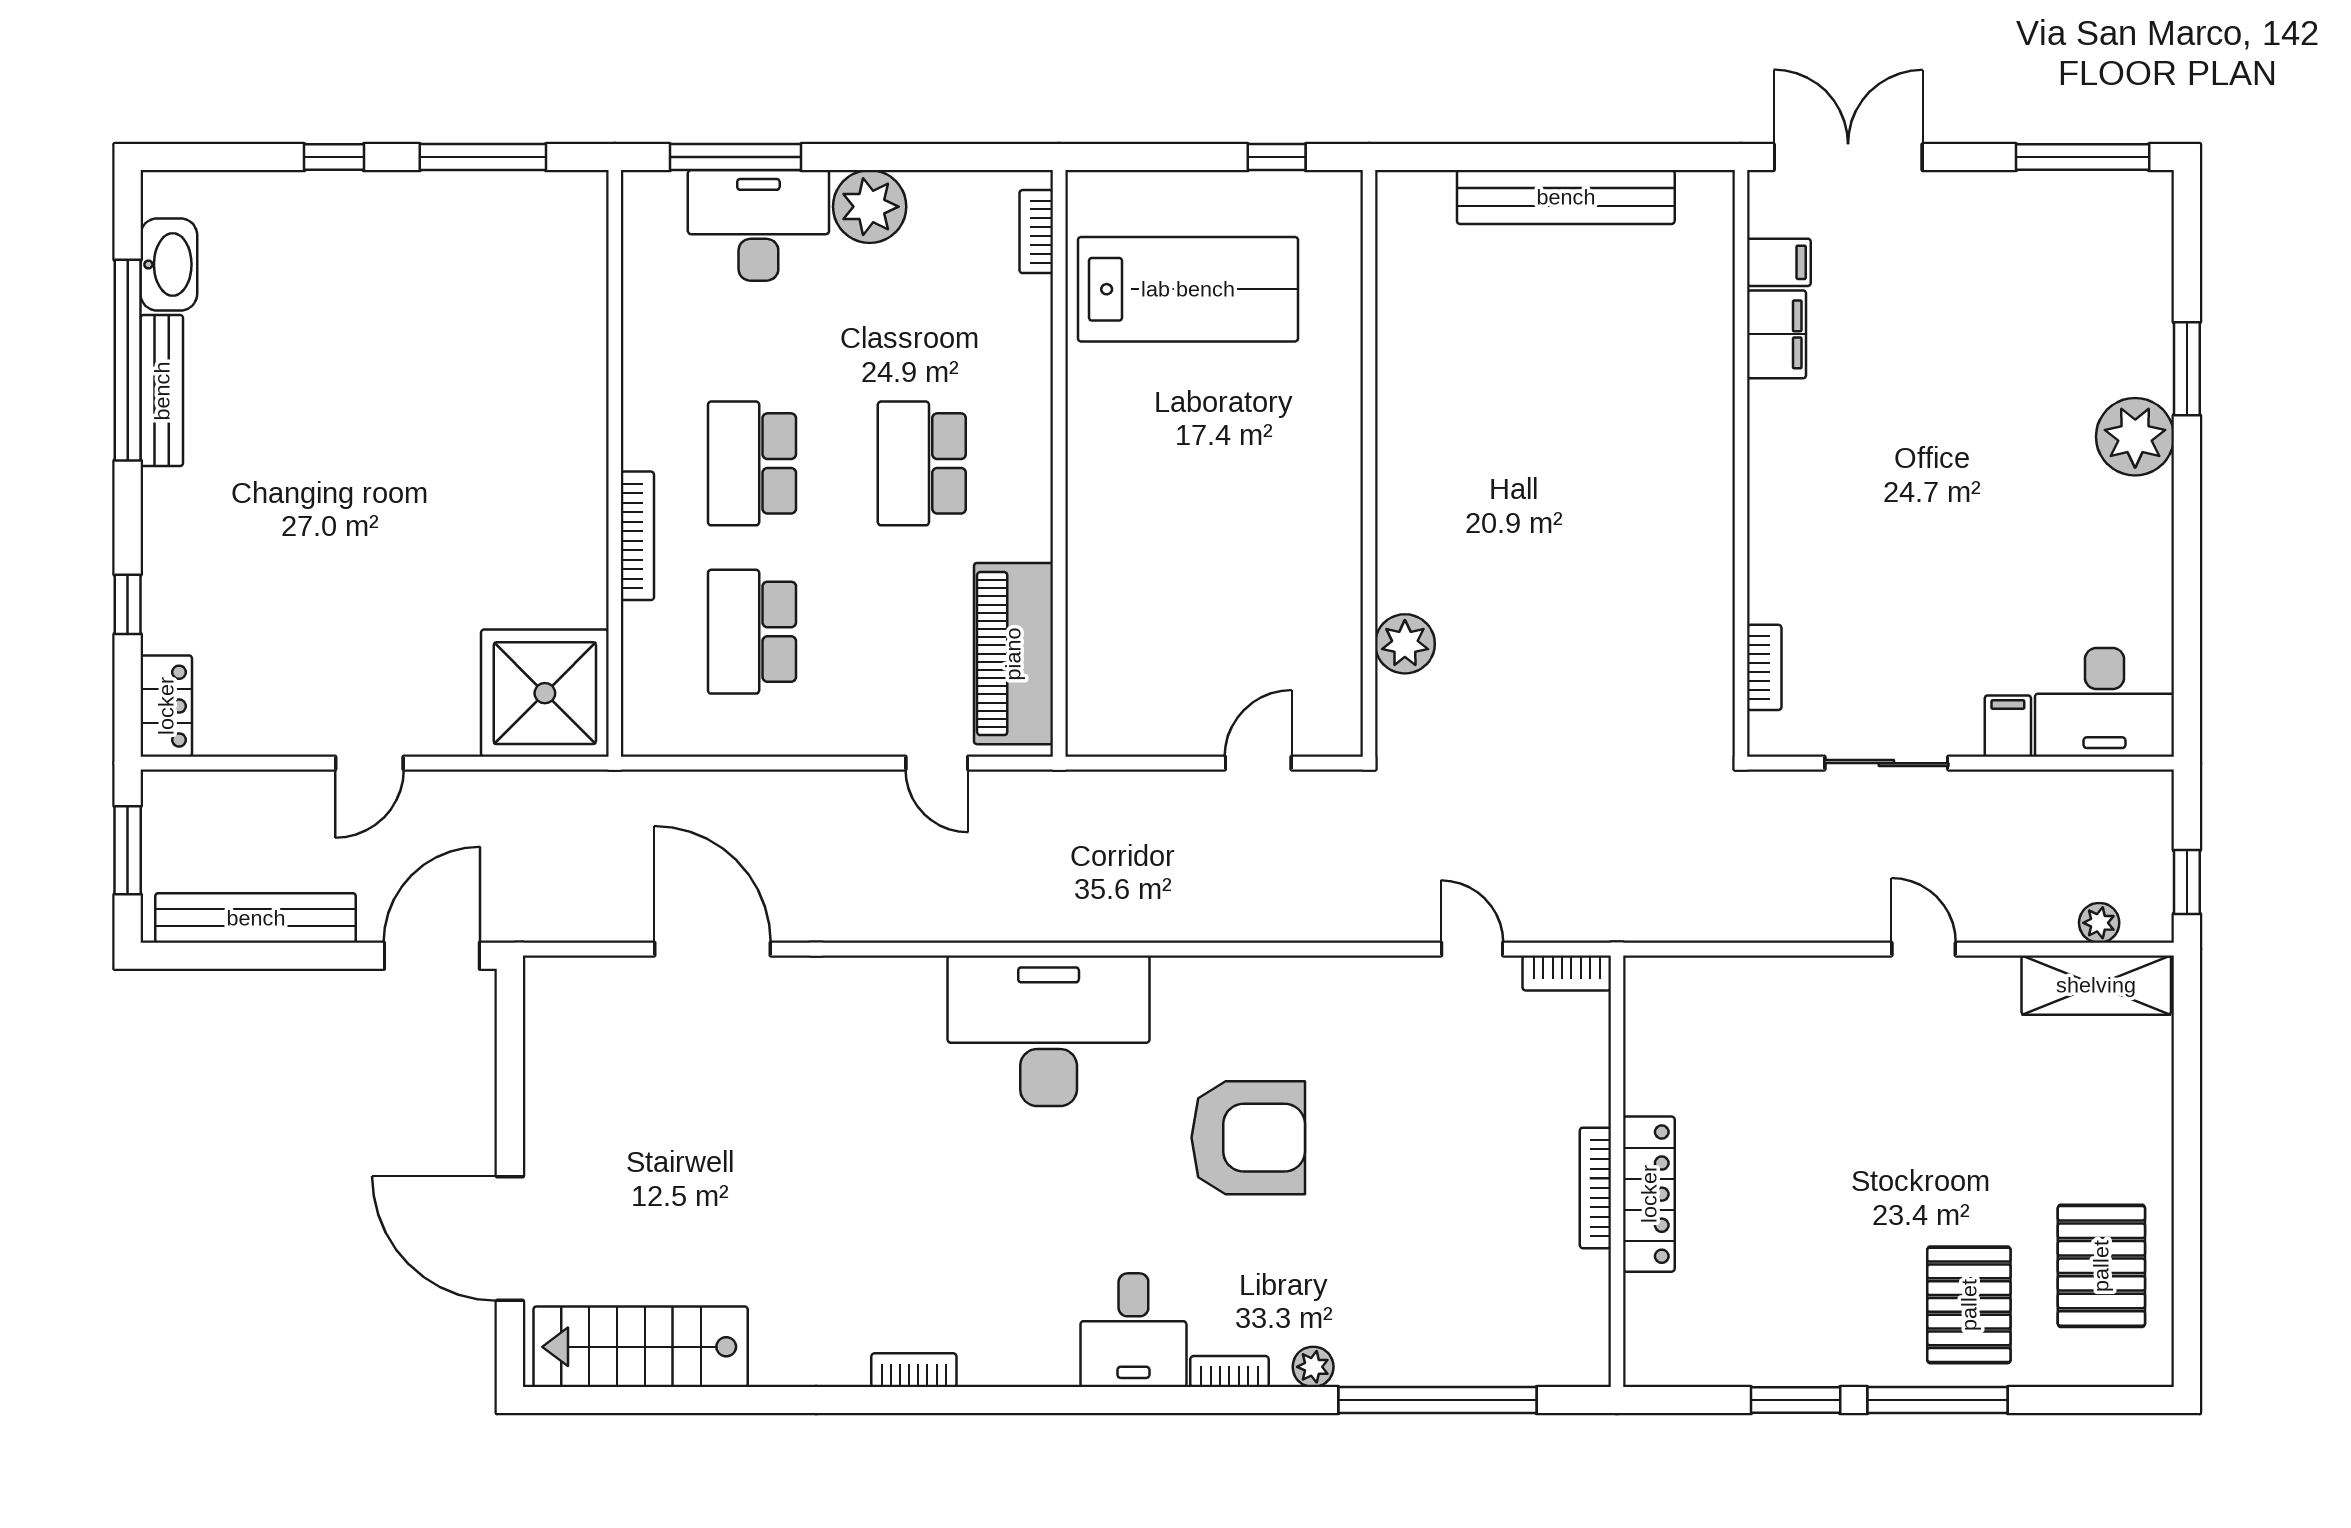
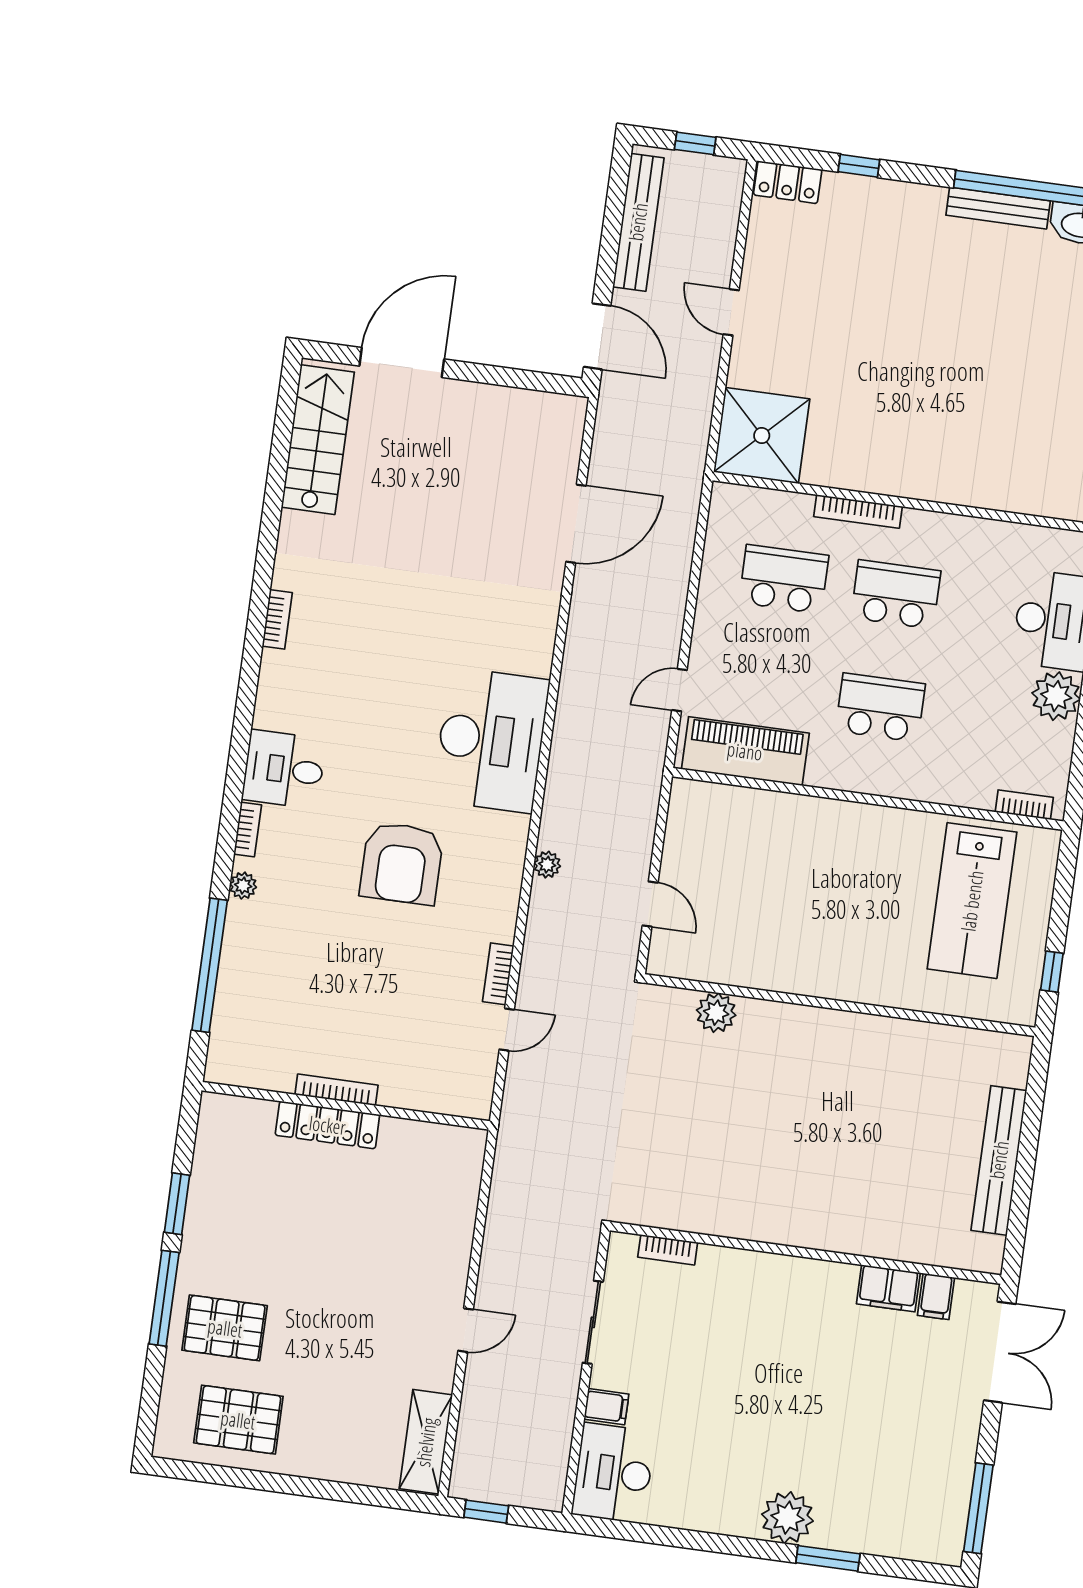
window: (128, 850) -> (695, 143), width x0.67
plant: (2099, 923) -> (547, 865), moved
bookcase: (1567, 973) -> (498, 974), moved

